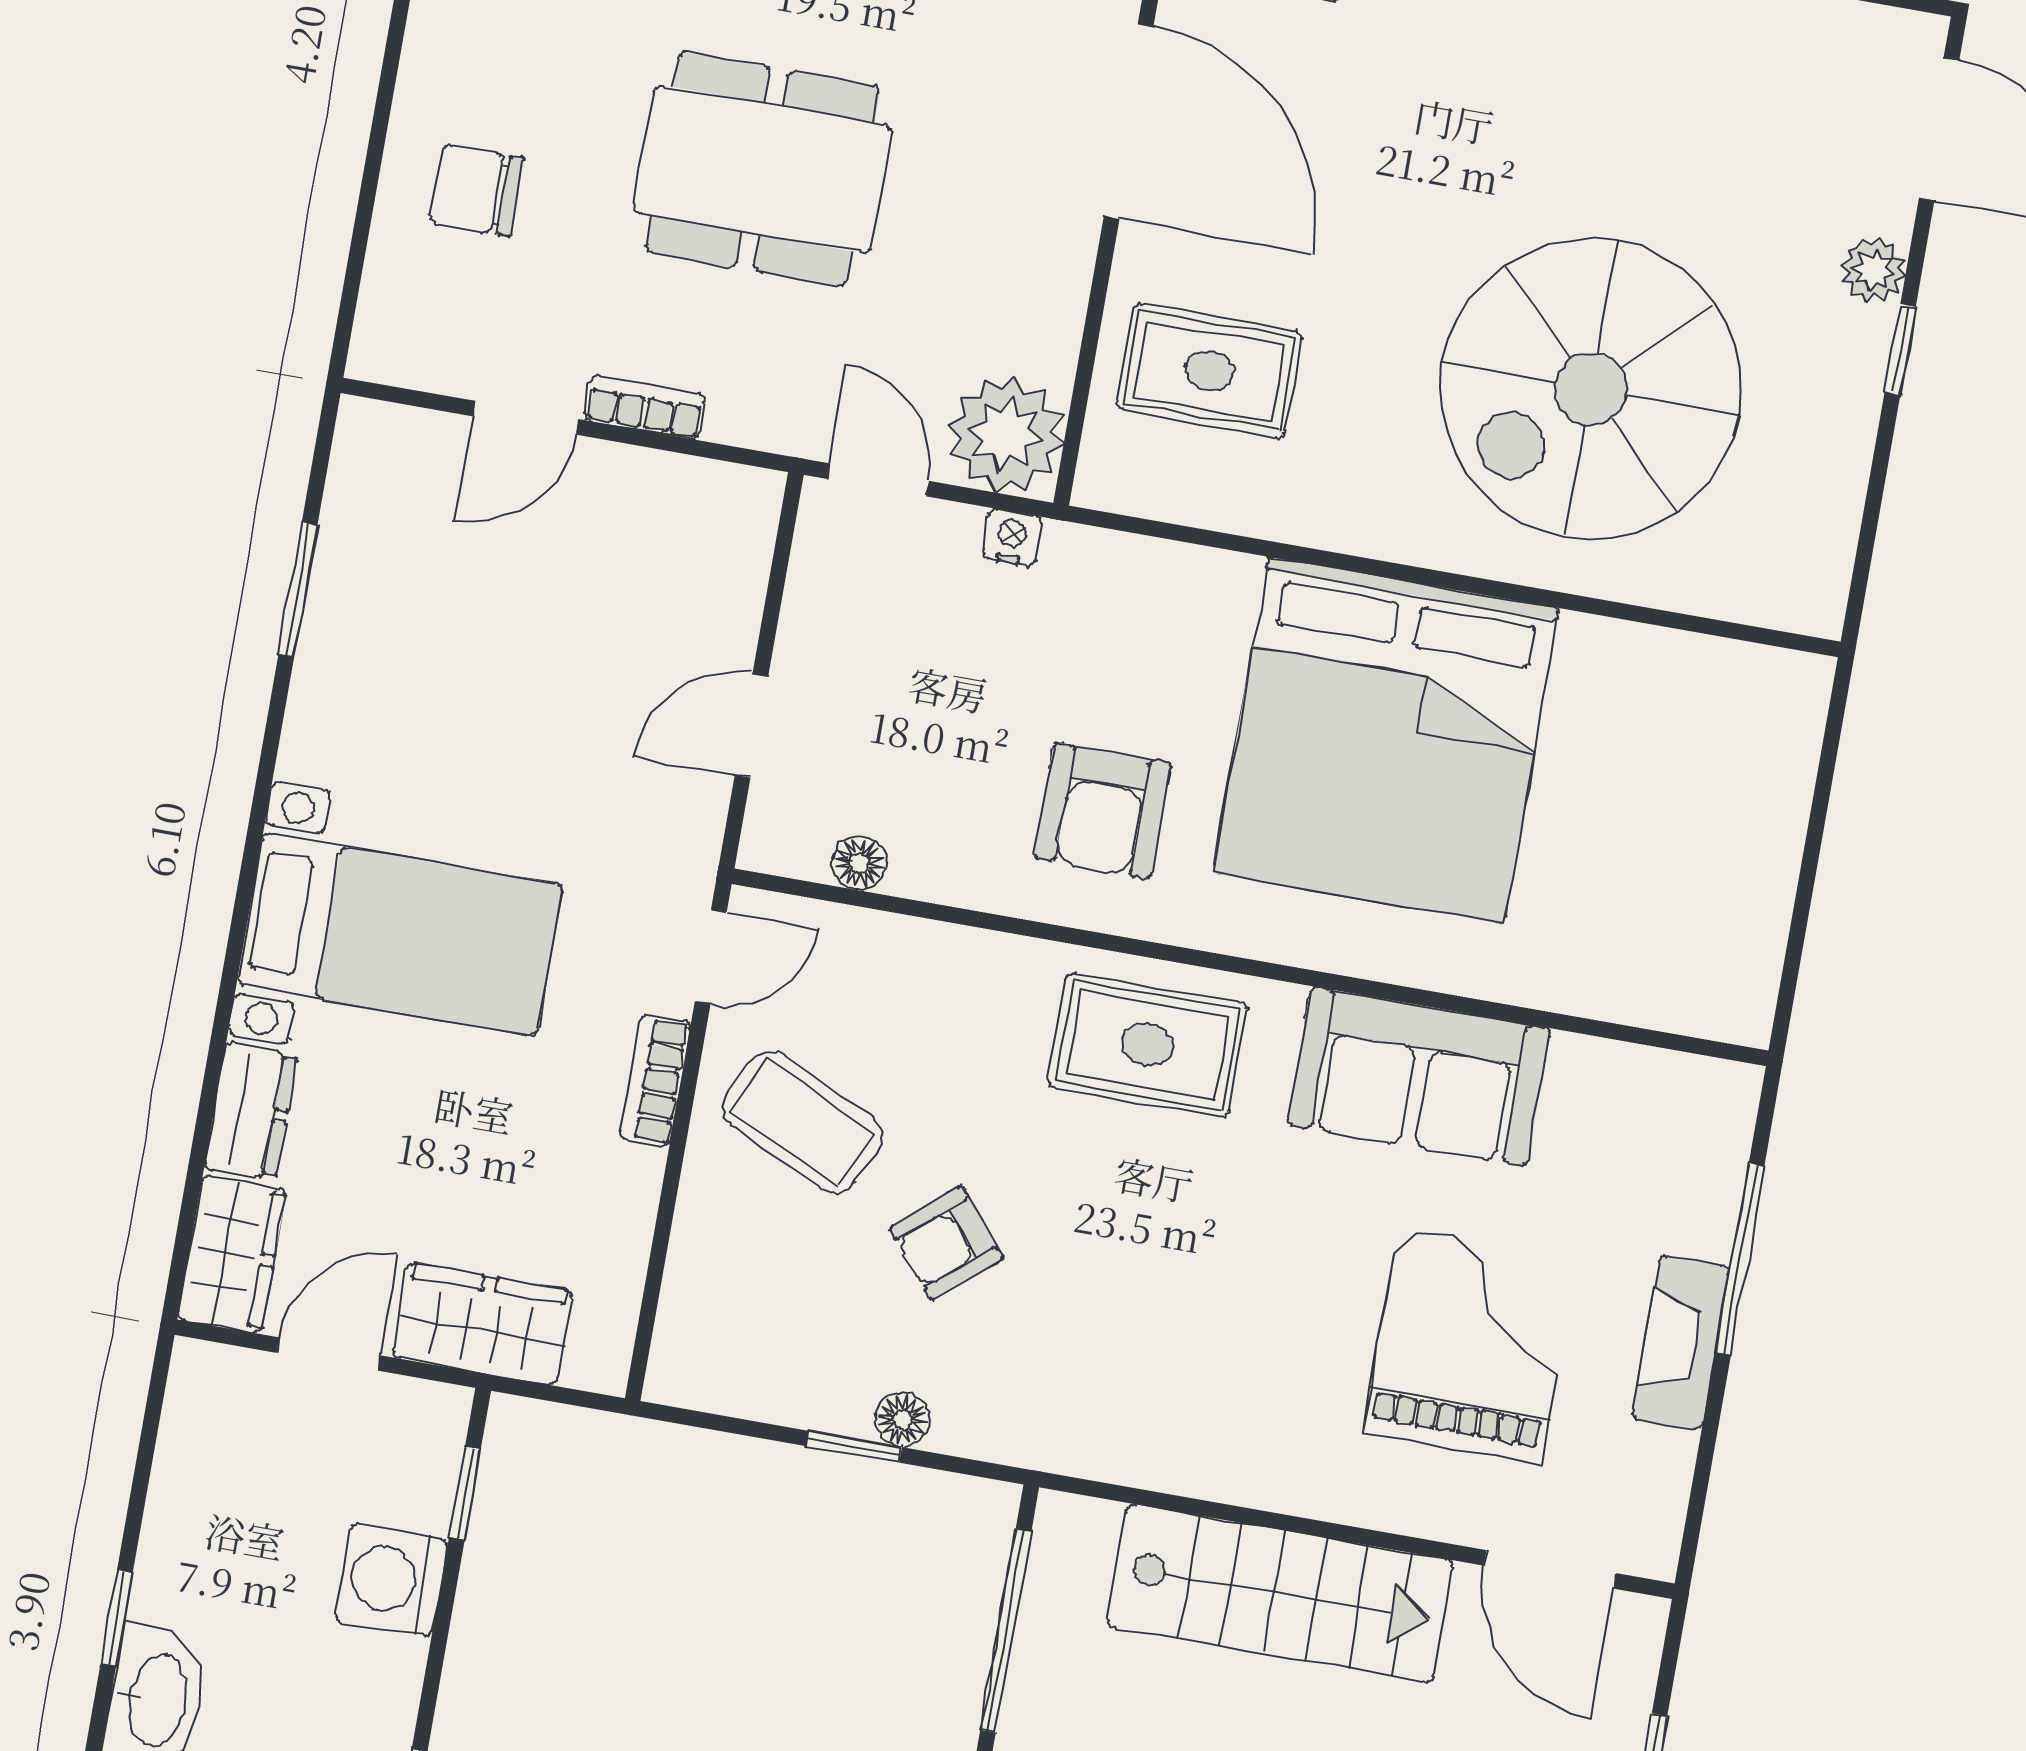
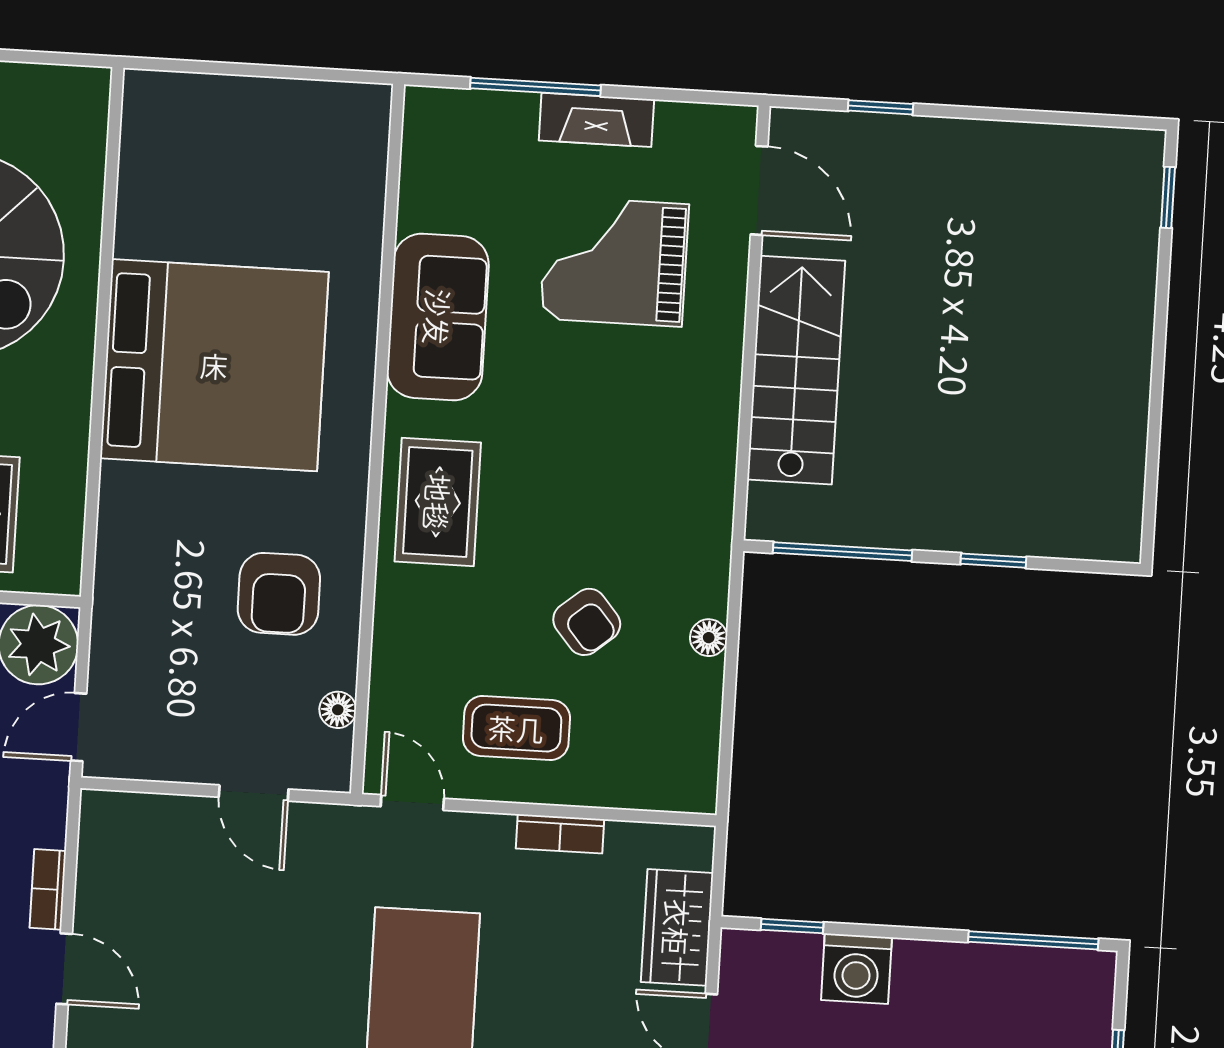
nightstand: (1012, 537) -> (107, 633), removed
armchair: (1102, 811) -> (279, 594), moved, turned 90
bookcase: (655, 1080) -> (560, 834), moved
coffee table: (802, 1122) -> (516, 728), turned 65
window: (854, 1447) -> (731, 668), removed
door: (1550, 1569) -> (759, 190), hinge flipped

